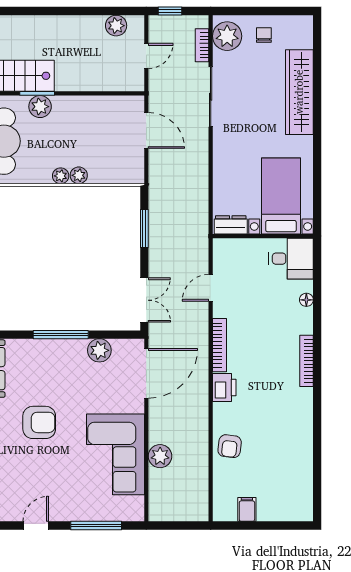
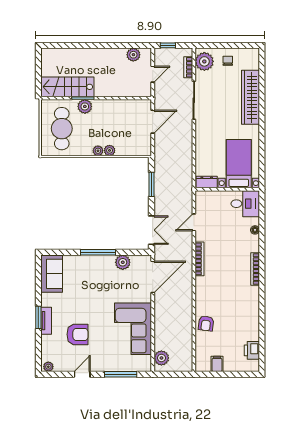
door: (146, 130) -> (153, 122), hinge flipped
printer: (224, 388) -> (252, 350), moved, turned 180
armchair: (39, 422) -> (78, 334), moved
plant: (160, 456) -> (161, 358), moved

